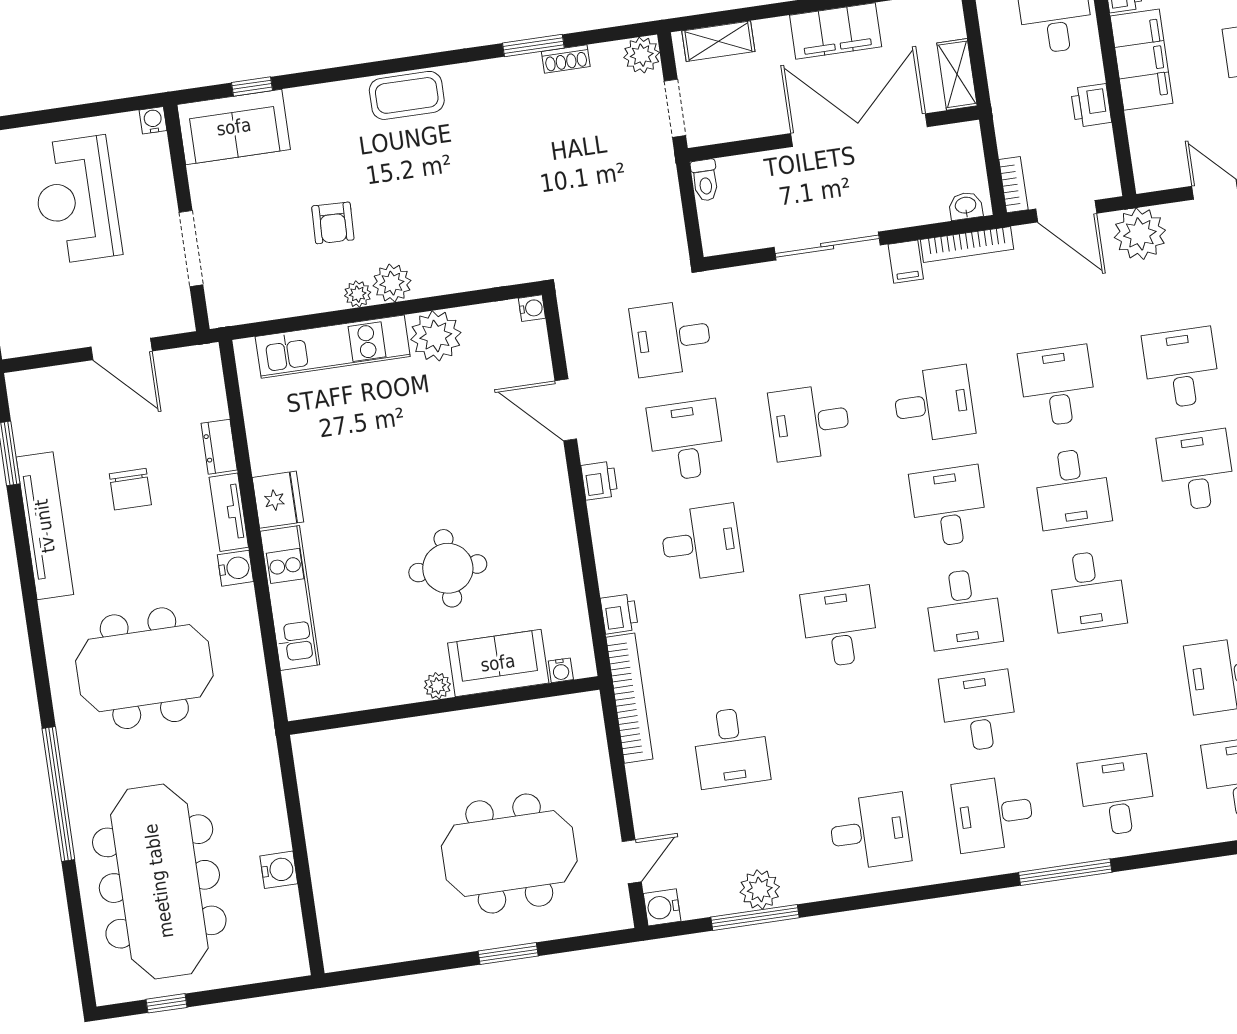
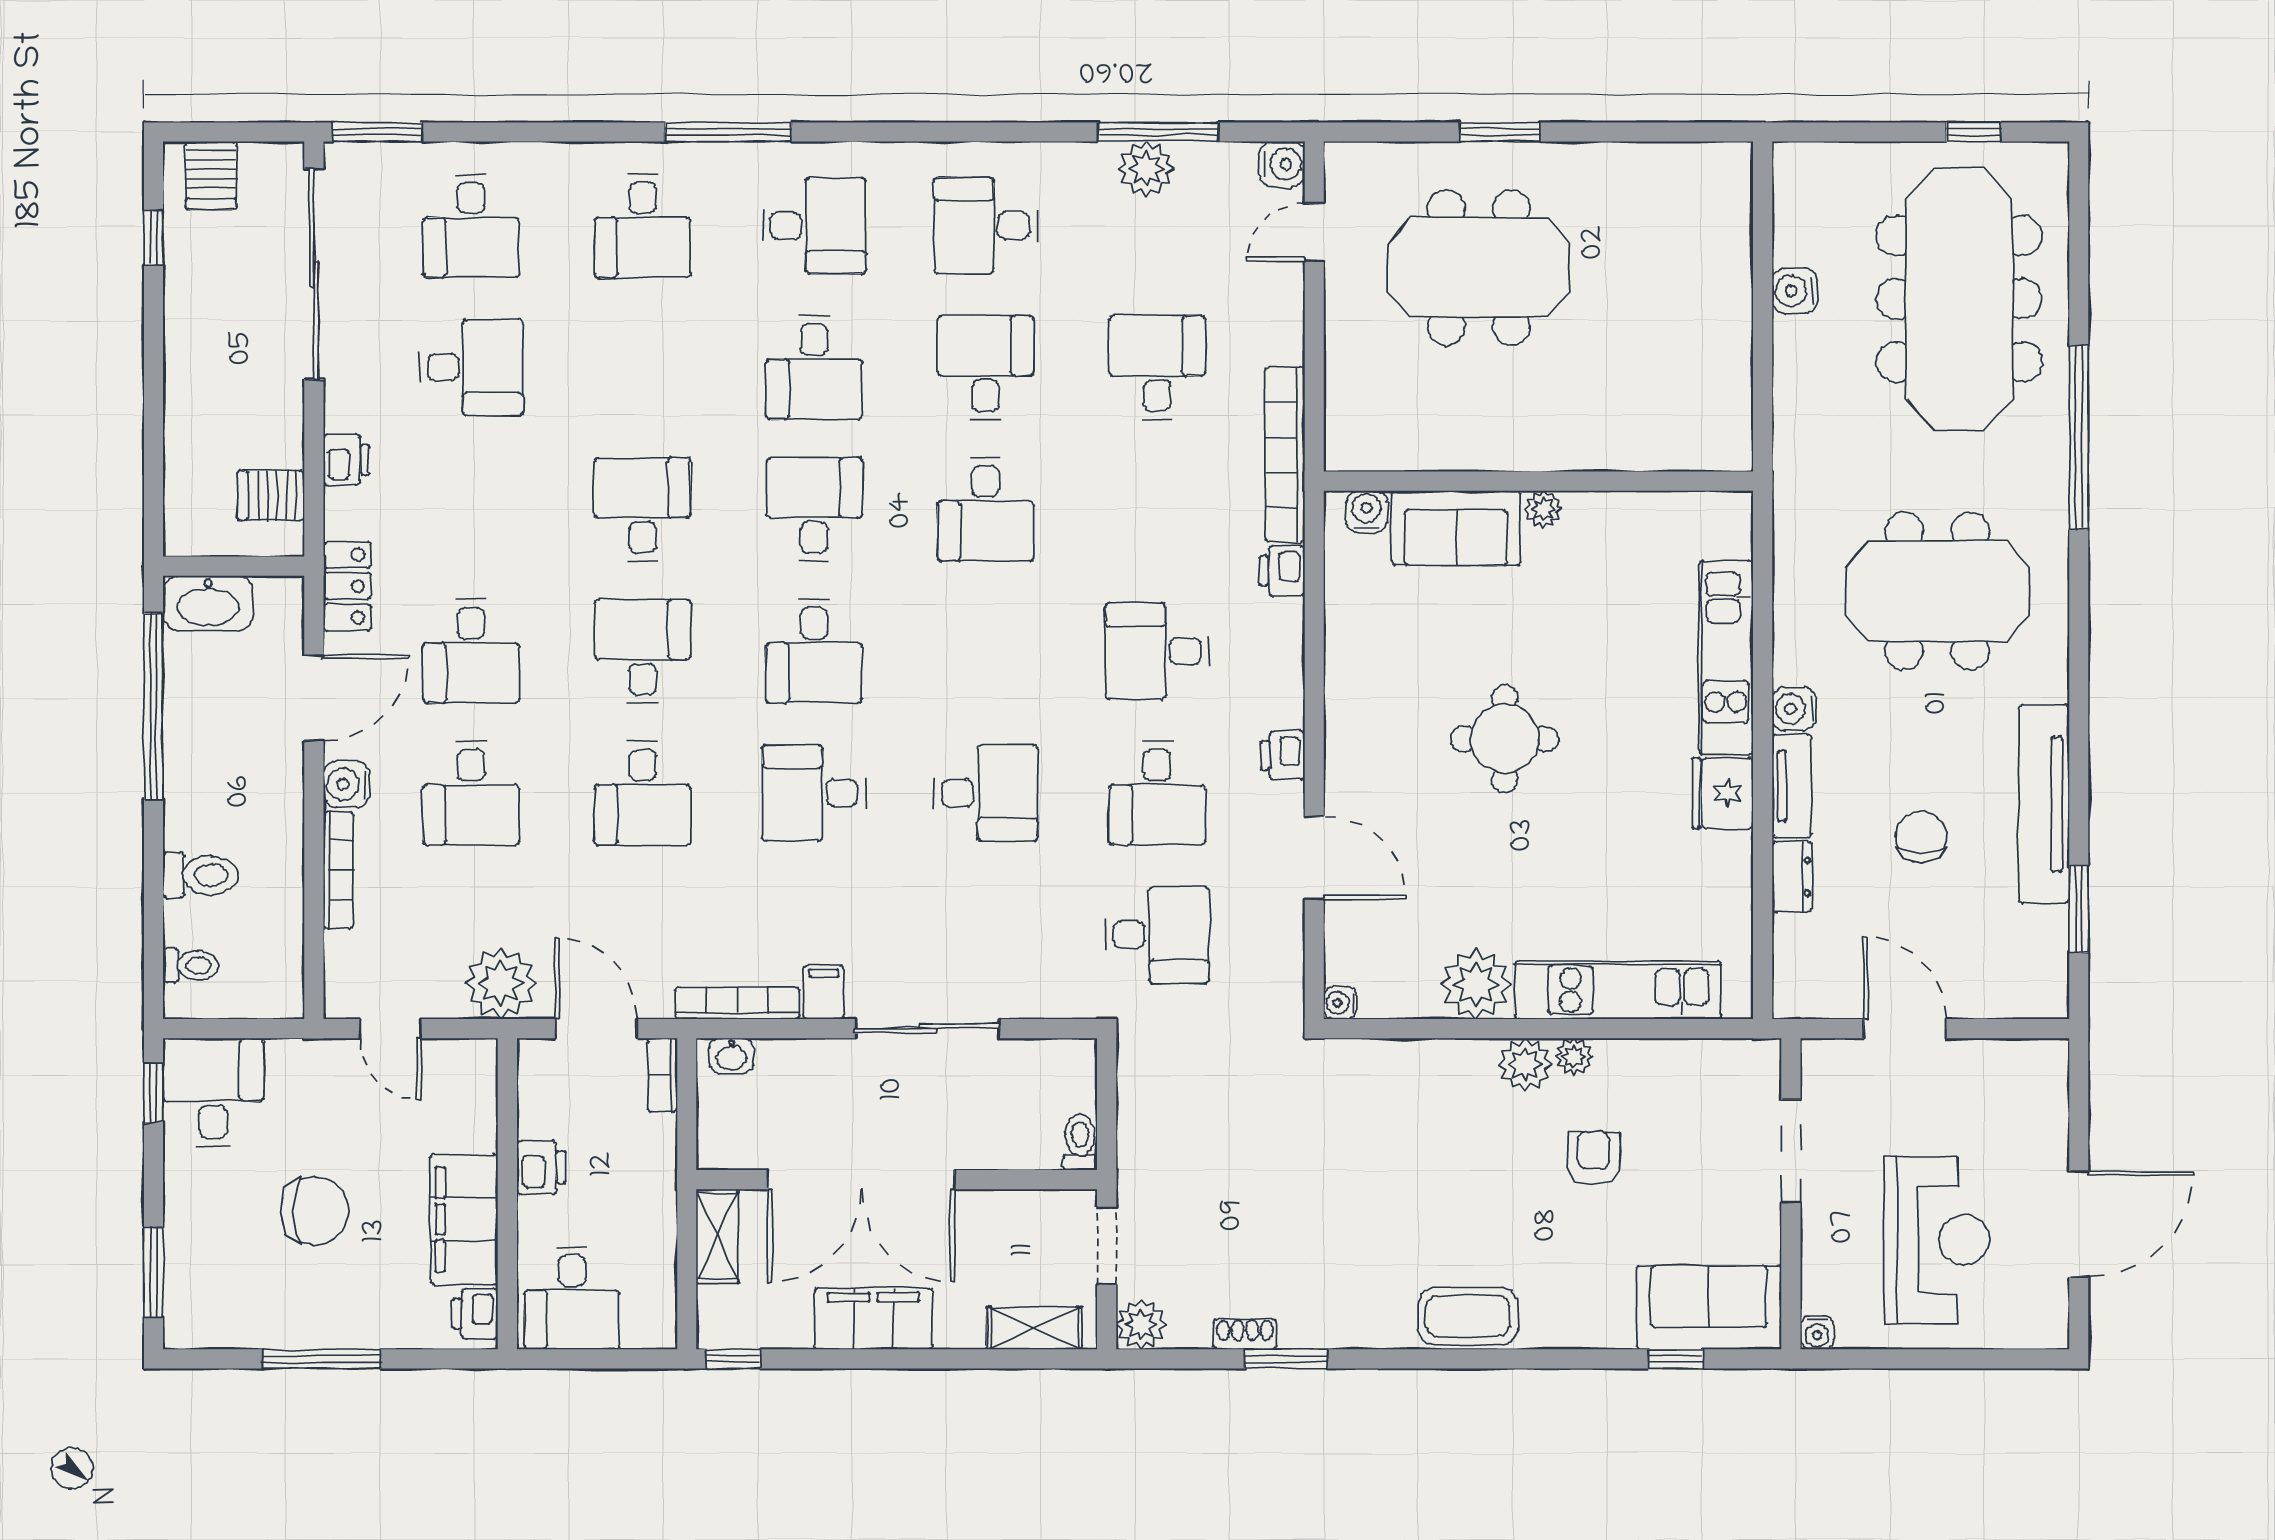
round table: (448, 568) -> (1505, 739), moved
water cooler: (561, 670) -> (1367, 512), width x1.38, depth x1.38
desk: (855, 729) -> (986, 368), added

